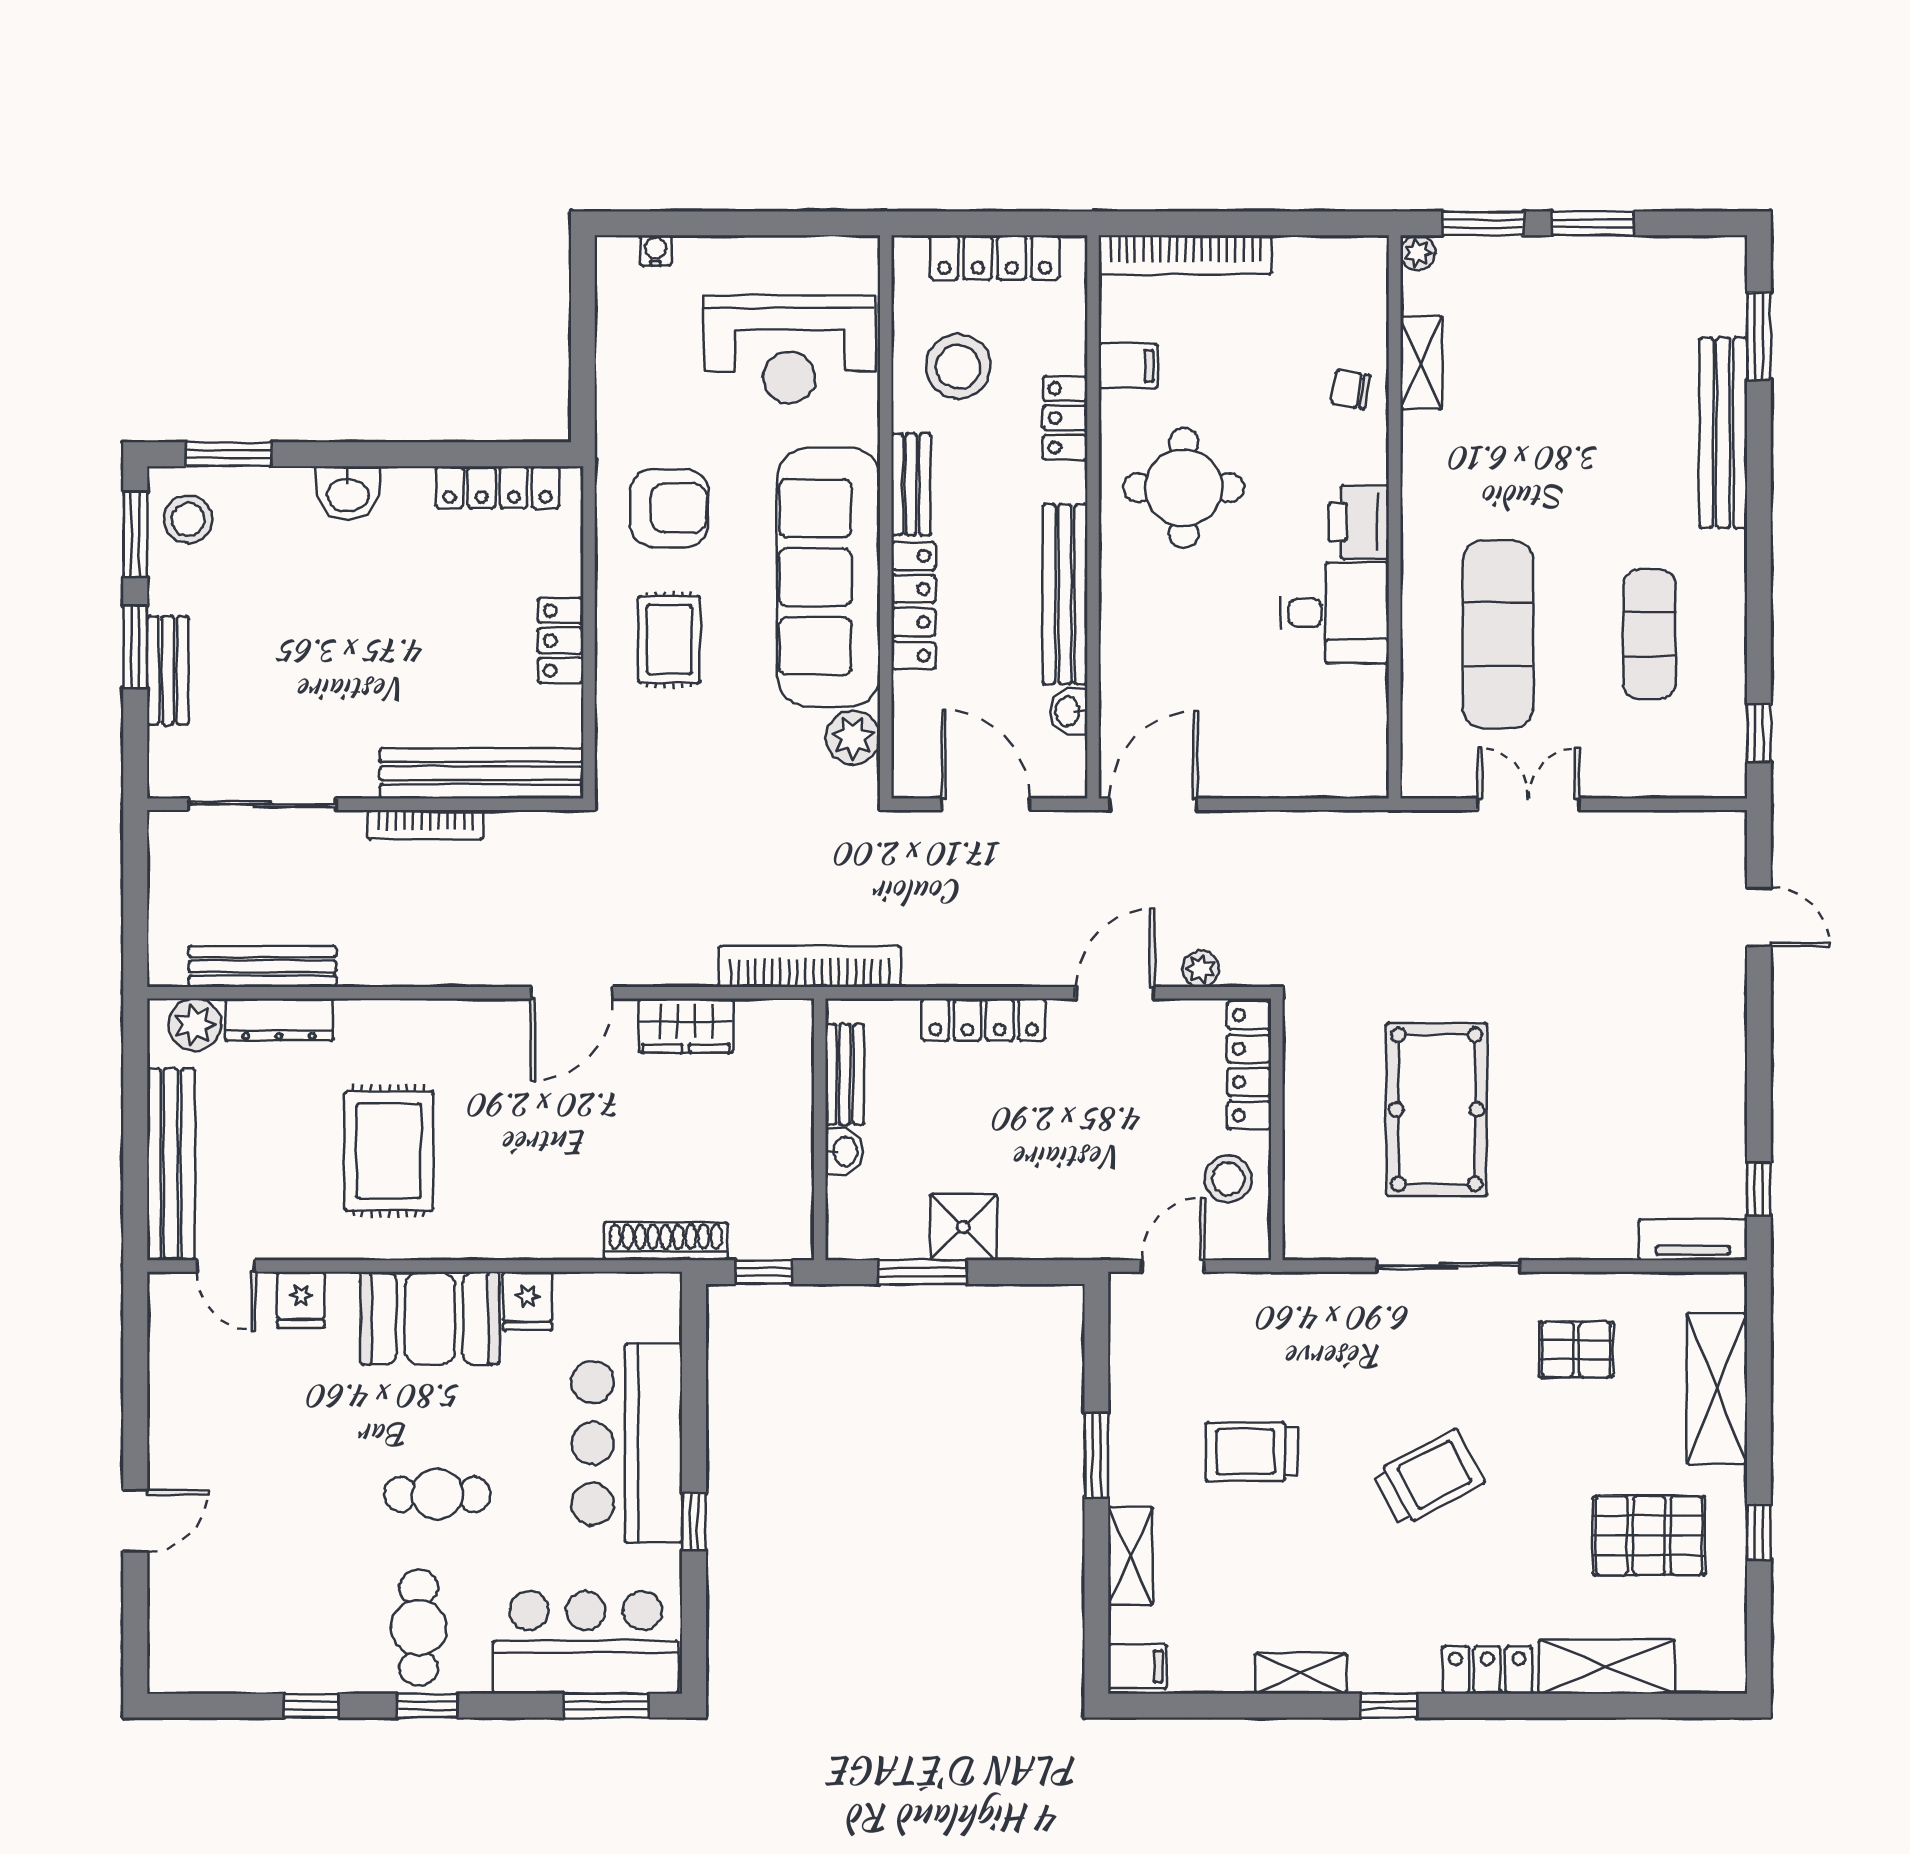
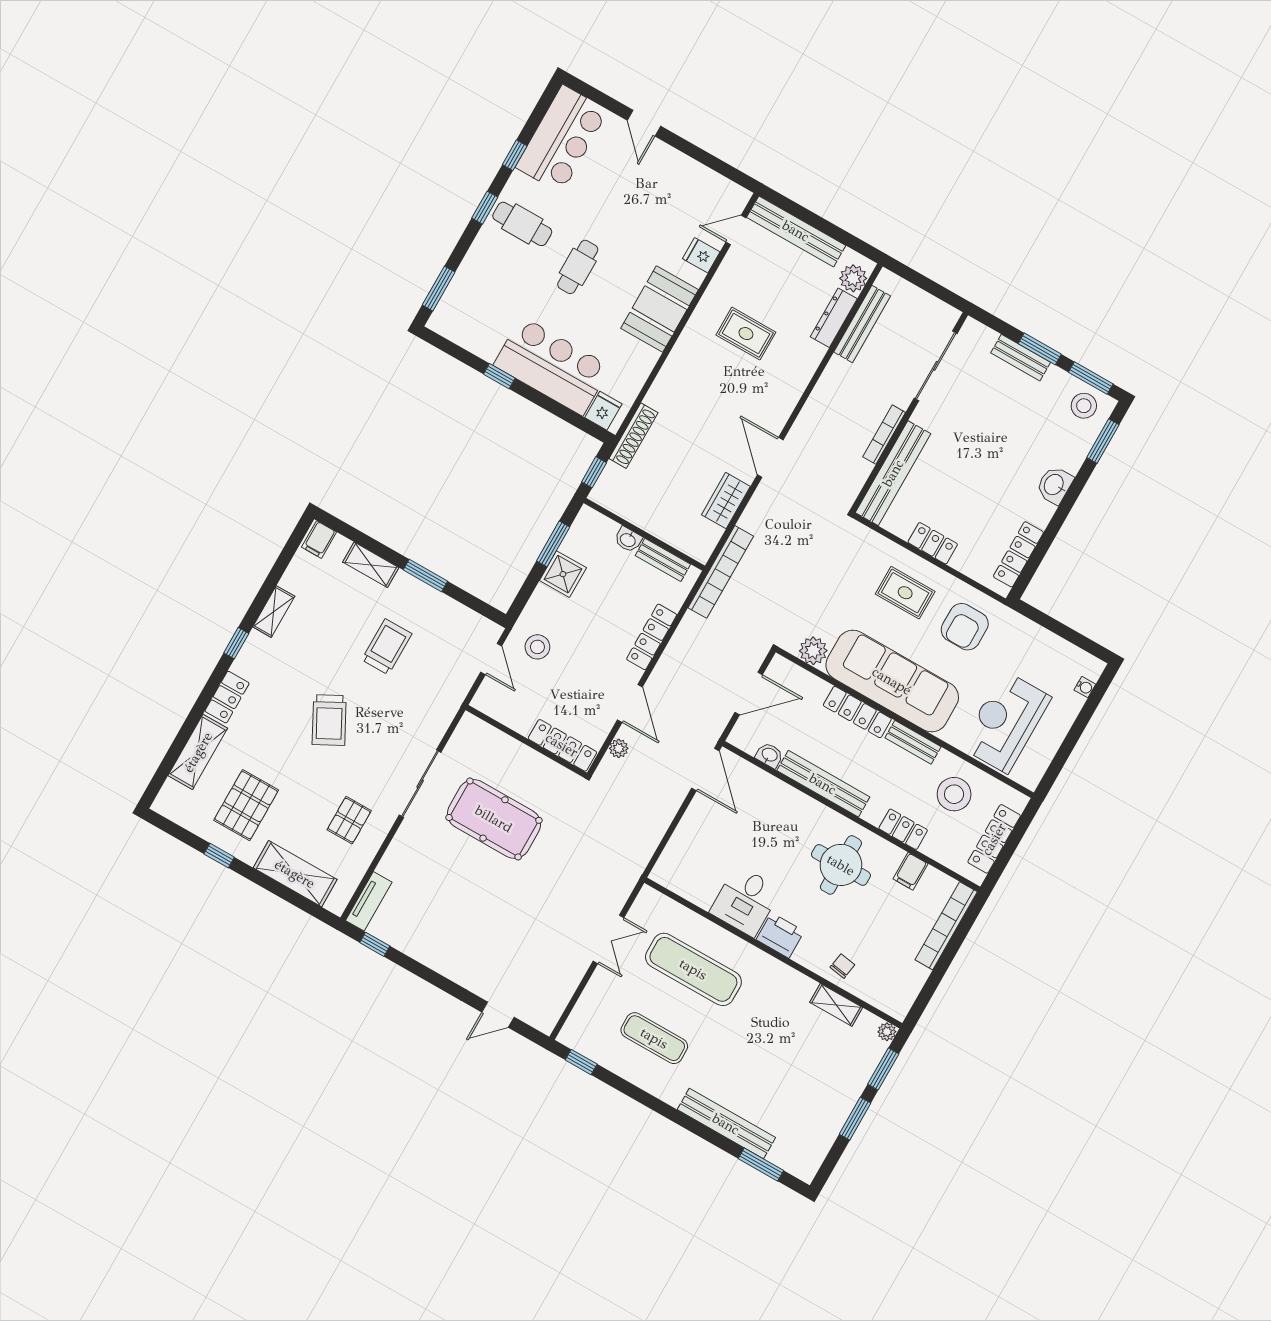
rug: (389, 1151) -> (746, 334), width x0.73, depth x0.70
stool: (1228, 1179) -> (537, 647), moved
fridge: (528, 1301) -> (603, 411), moved, turned 90
bar counter: (586, 1643) -> (562, 139), moved

